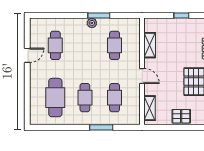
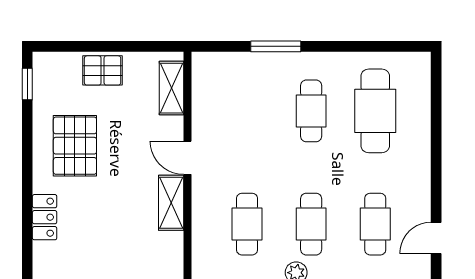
shelving: (150, 45) -> (171, 203), moved
door: (27, 55) -> (436, 238), moved
cafe table: (115, 98) -> (311, 224), moved

